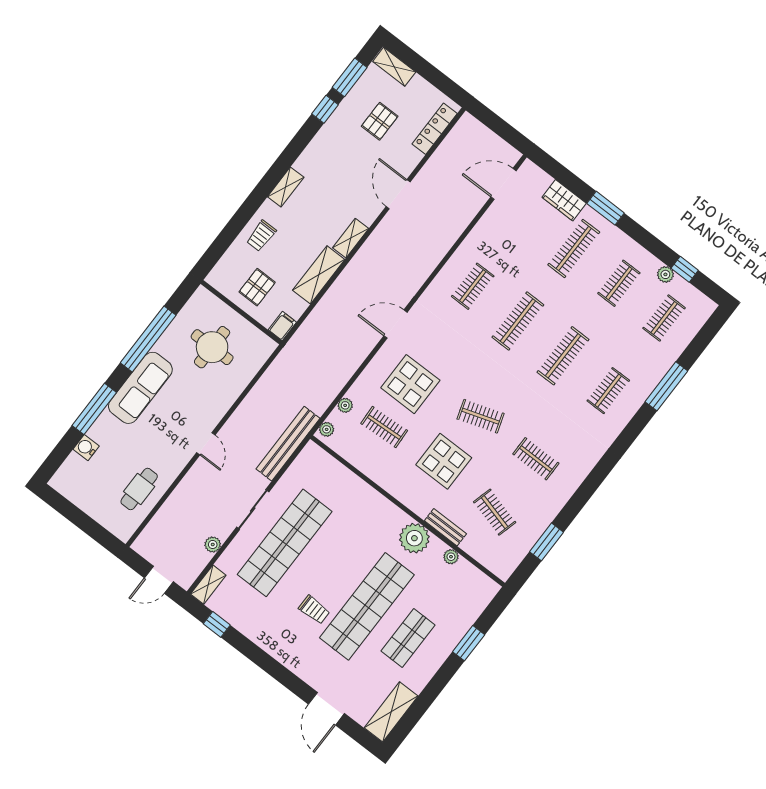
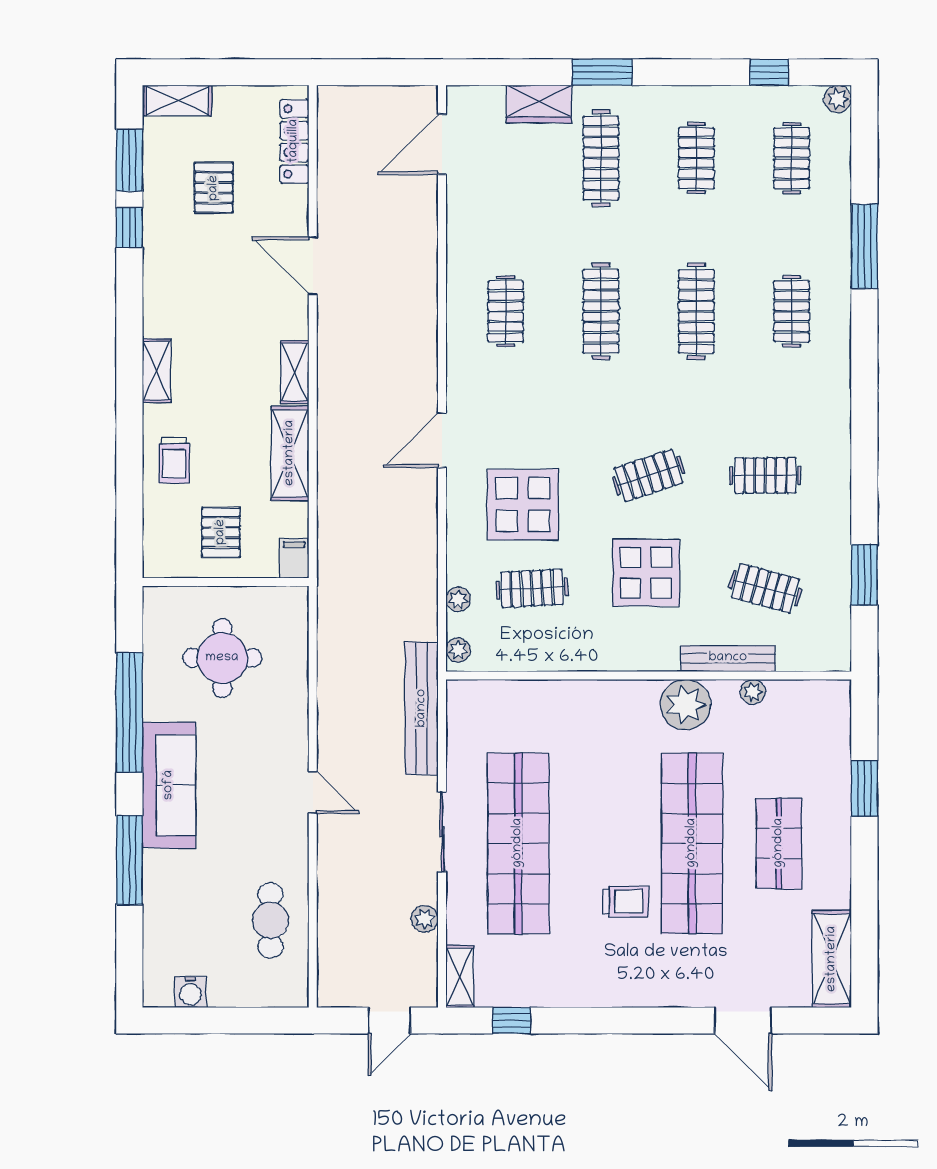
plant: (665, 274) -> (838, 99), moved
water cooler: (86, 448) -> (191, 992), moved, turned -90
bench: (445, 527) -> (728, 658), width x1.36

